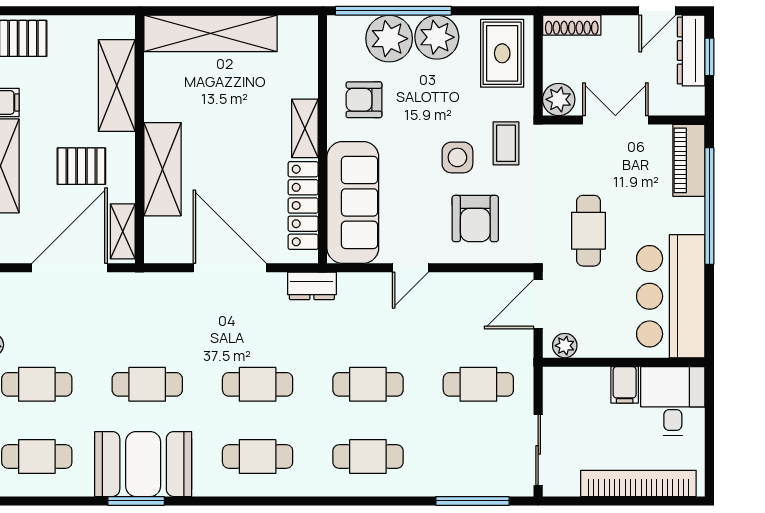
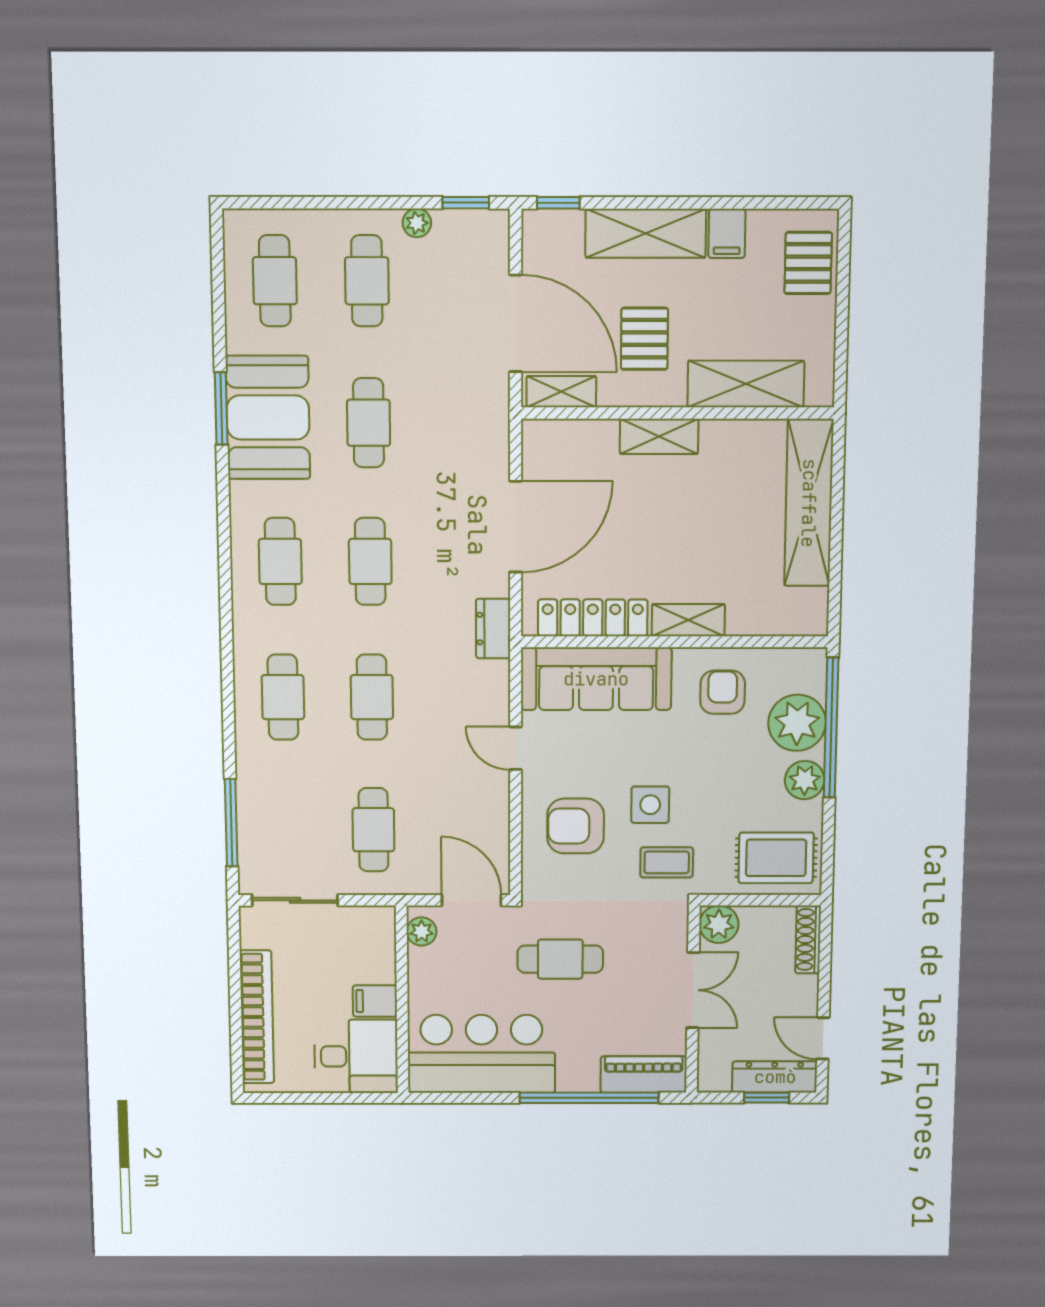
plant: (437, 37) -> (805, 780), width x0.73, depth x0.73
shelving: (163, 169) -> (659, 436), width x0.67, depth x0.75

